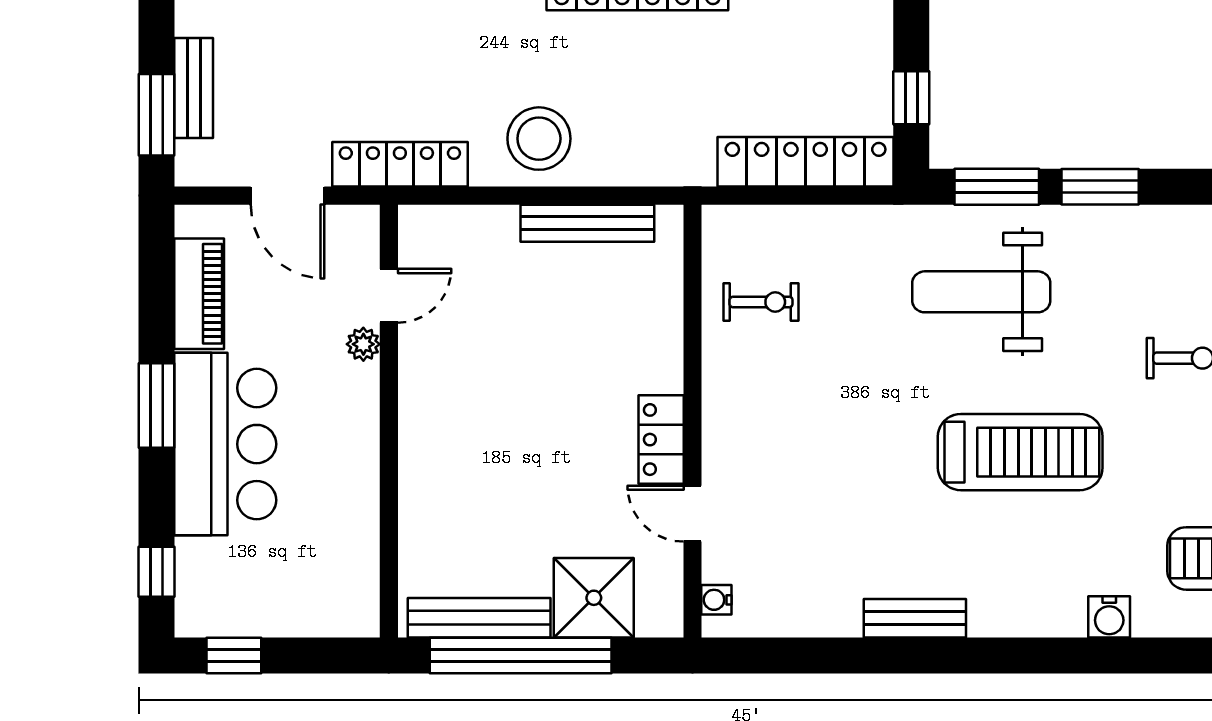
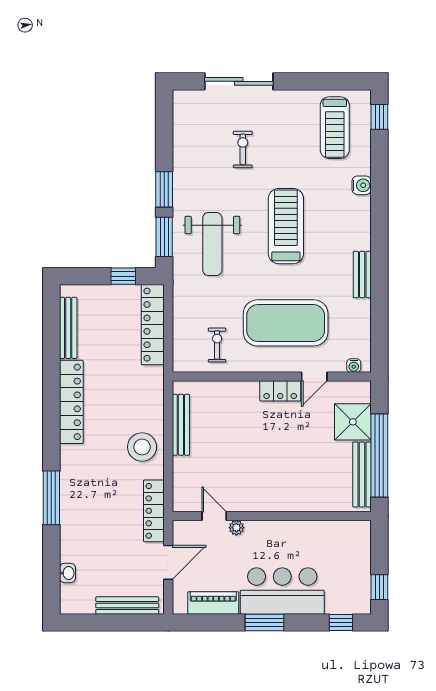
bench: (194, 88) -> (127, 606), width x1.36
window: (157, 115) -> (131, 622), removed
exercise mat: (809, 451) -> (286, 323), added

